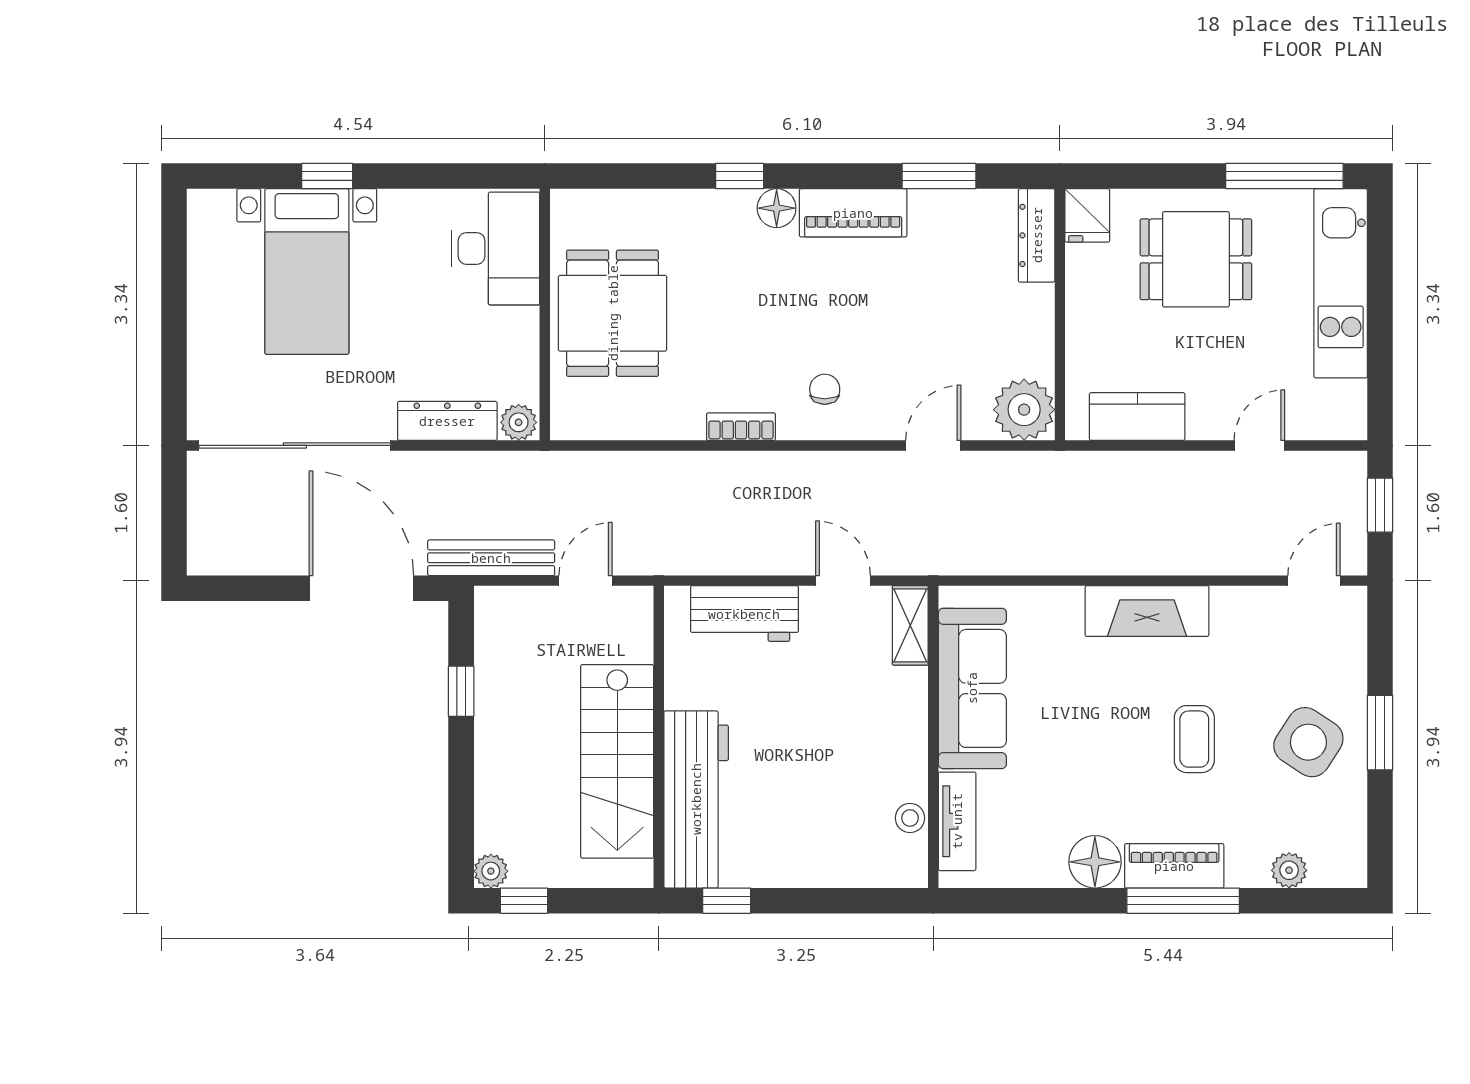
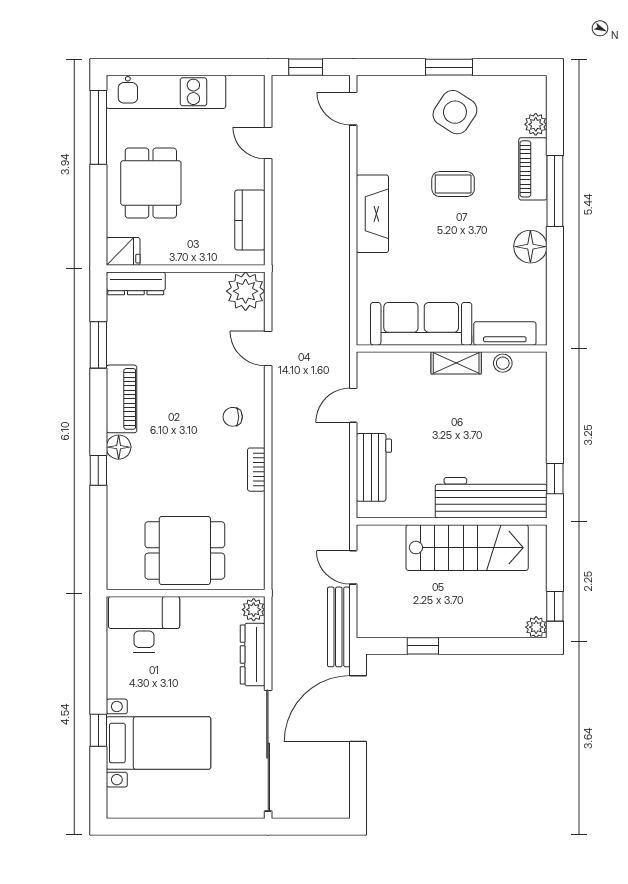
shelving: (910, 625) -> (456, 363), moved
piano: (1174, 866) -> (533, 169), moved

